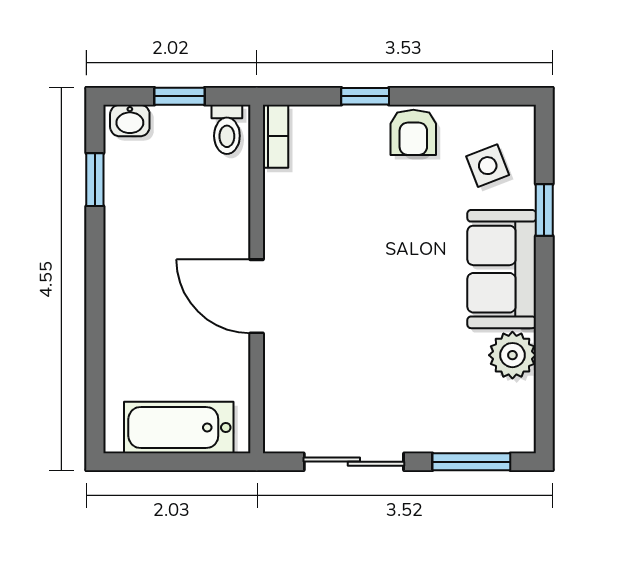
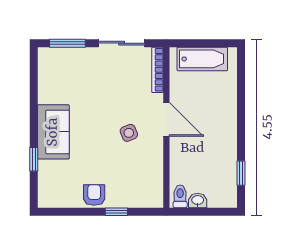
window: (180, 96) -> (202, 212), removed
washbasin: (130, 120) -> (198, 200), moved
bookcase: (276, 136) -> (158, 70), moved, width x1.56
side table: (488, 166) -> (129, 133), moved
plant: (512, 355) -> (48, 92), removed

